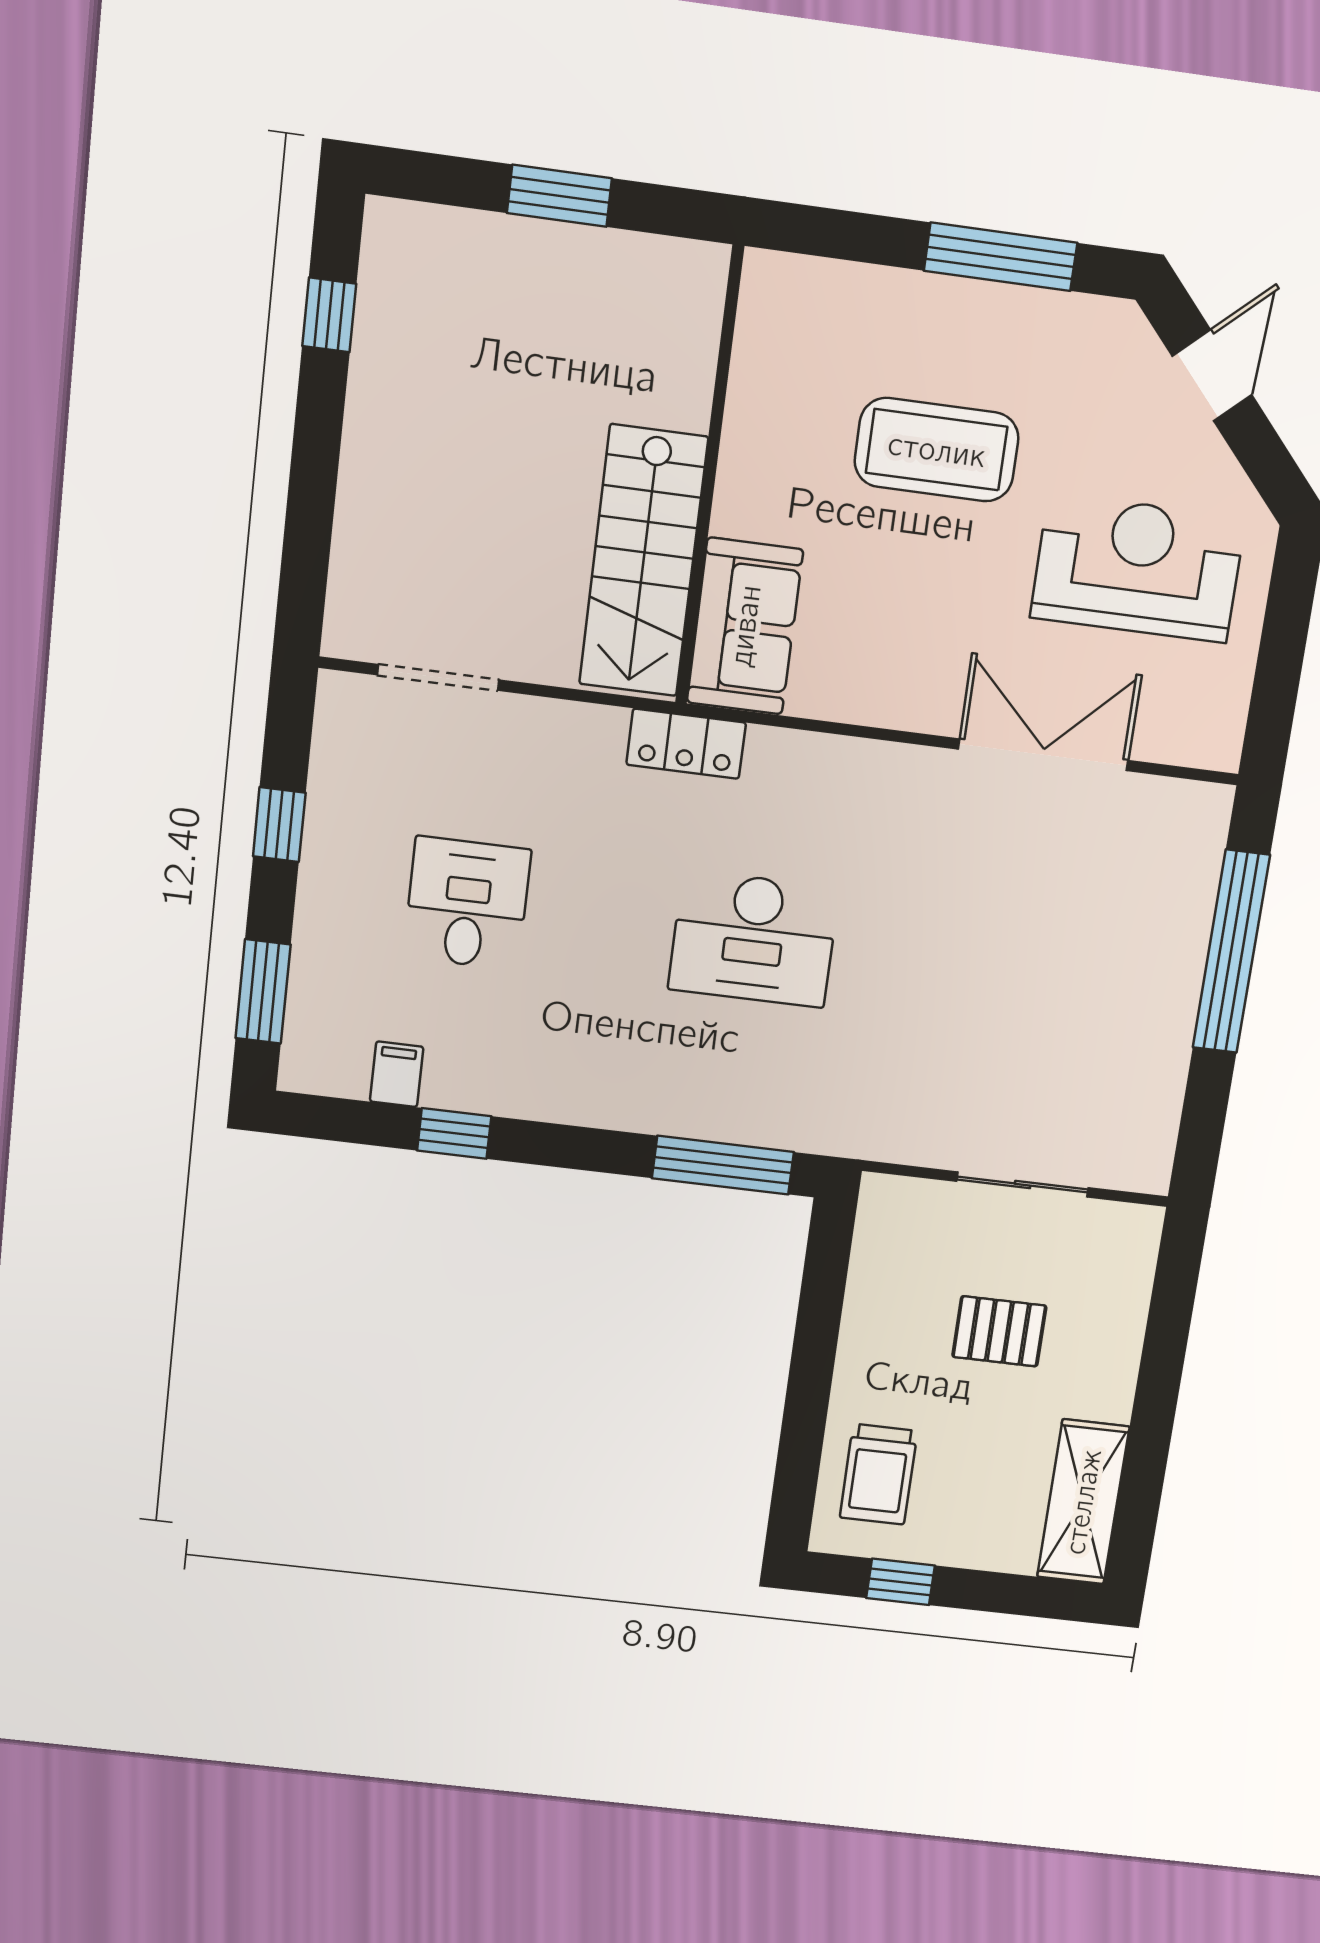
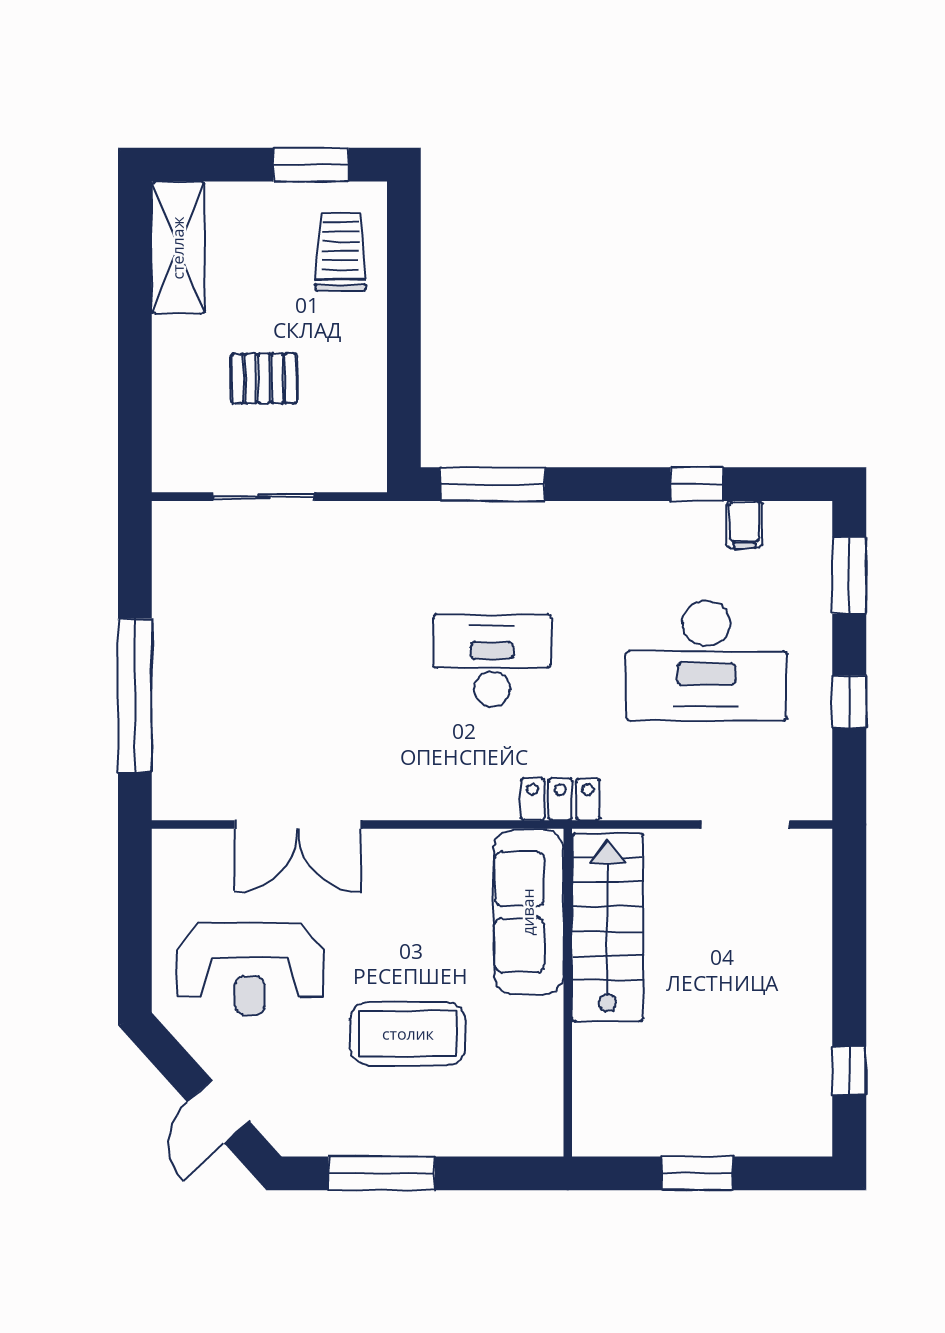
sofa: (745, 626) -> (528, 912), width x1.36
desk: (467, 903) -> (706, 661), width x1.87, depth x1.30
window: (900, 1582) -> (311, 165), width x1.50

